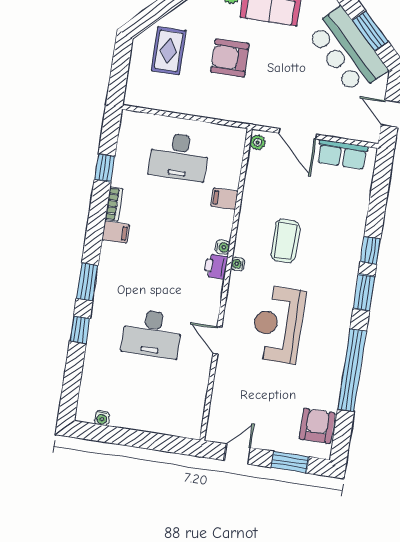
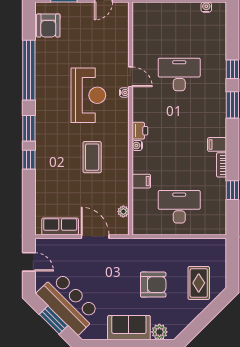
plant: (258, 142) -> (123, 211), moved
water cooler: (238, 264) -> (124, 92), moved

